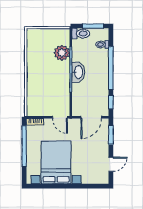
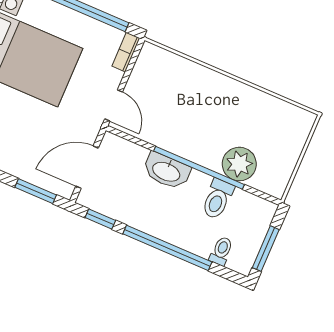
toilet: (81, 34) -> (218, 199), moved
washbasin: (78, 72) -> (166, 171), moved
door: (60, 117) -> (114, 105), swing flipped
door: (91, 117) -> (87, 167), hinge flipped

